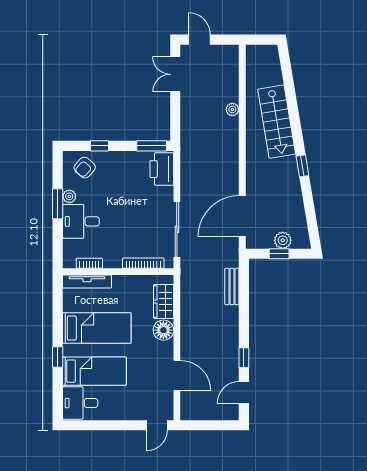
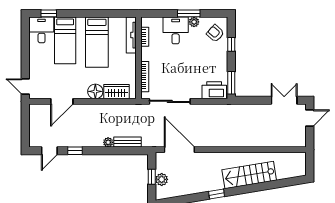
plant: (232, 109) -> (108, 142), moved
window: (58, 357) -> (49, 13), moved
door: (244, 392) -> (49, 151), swing flipped

